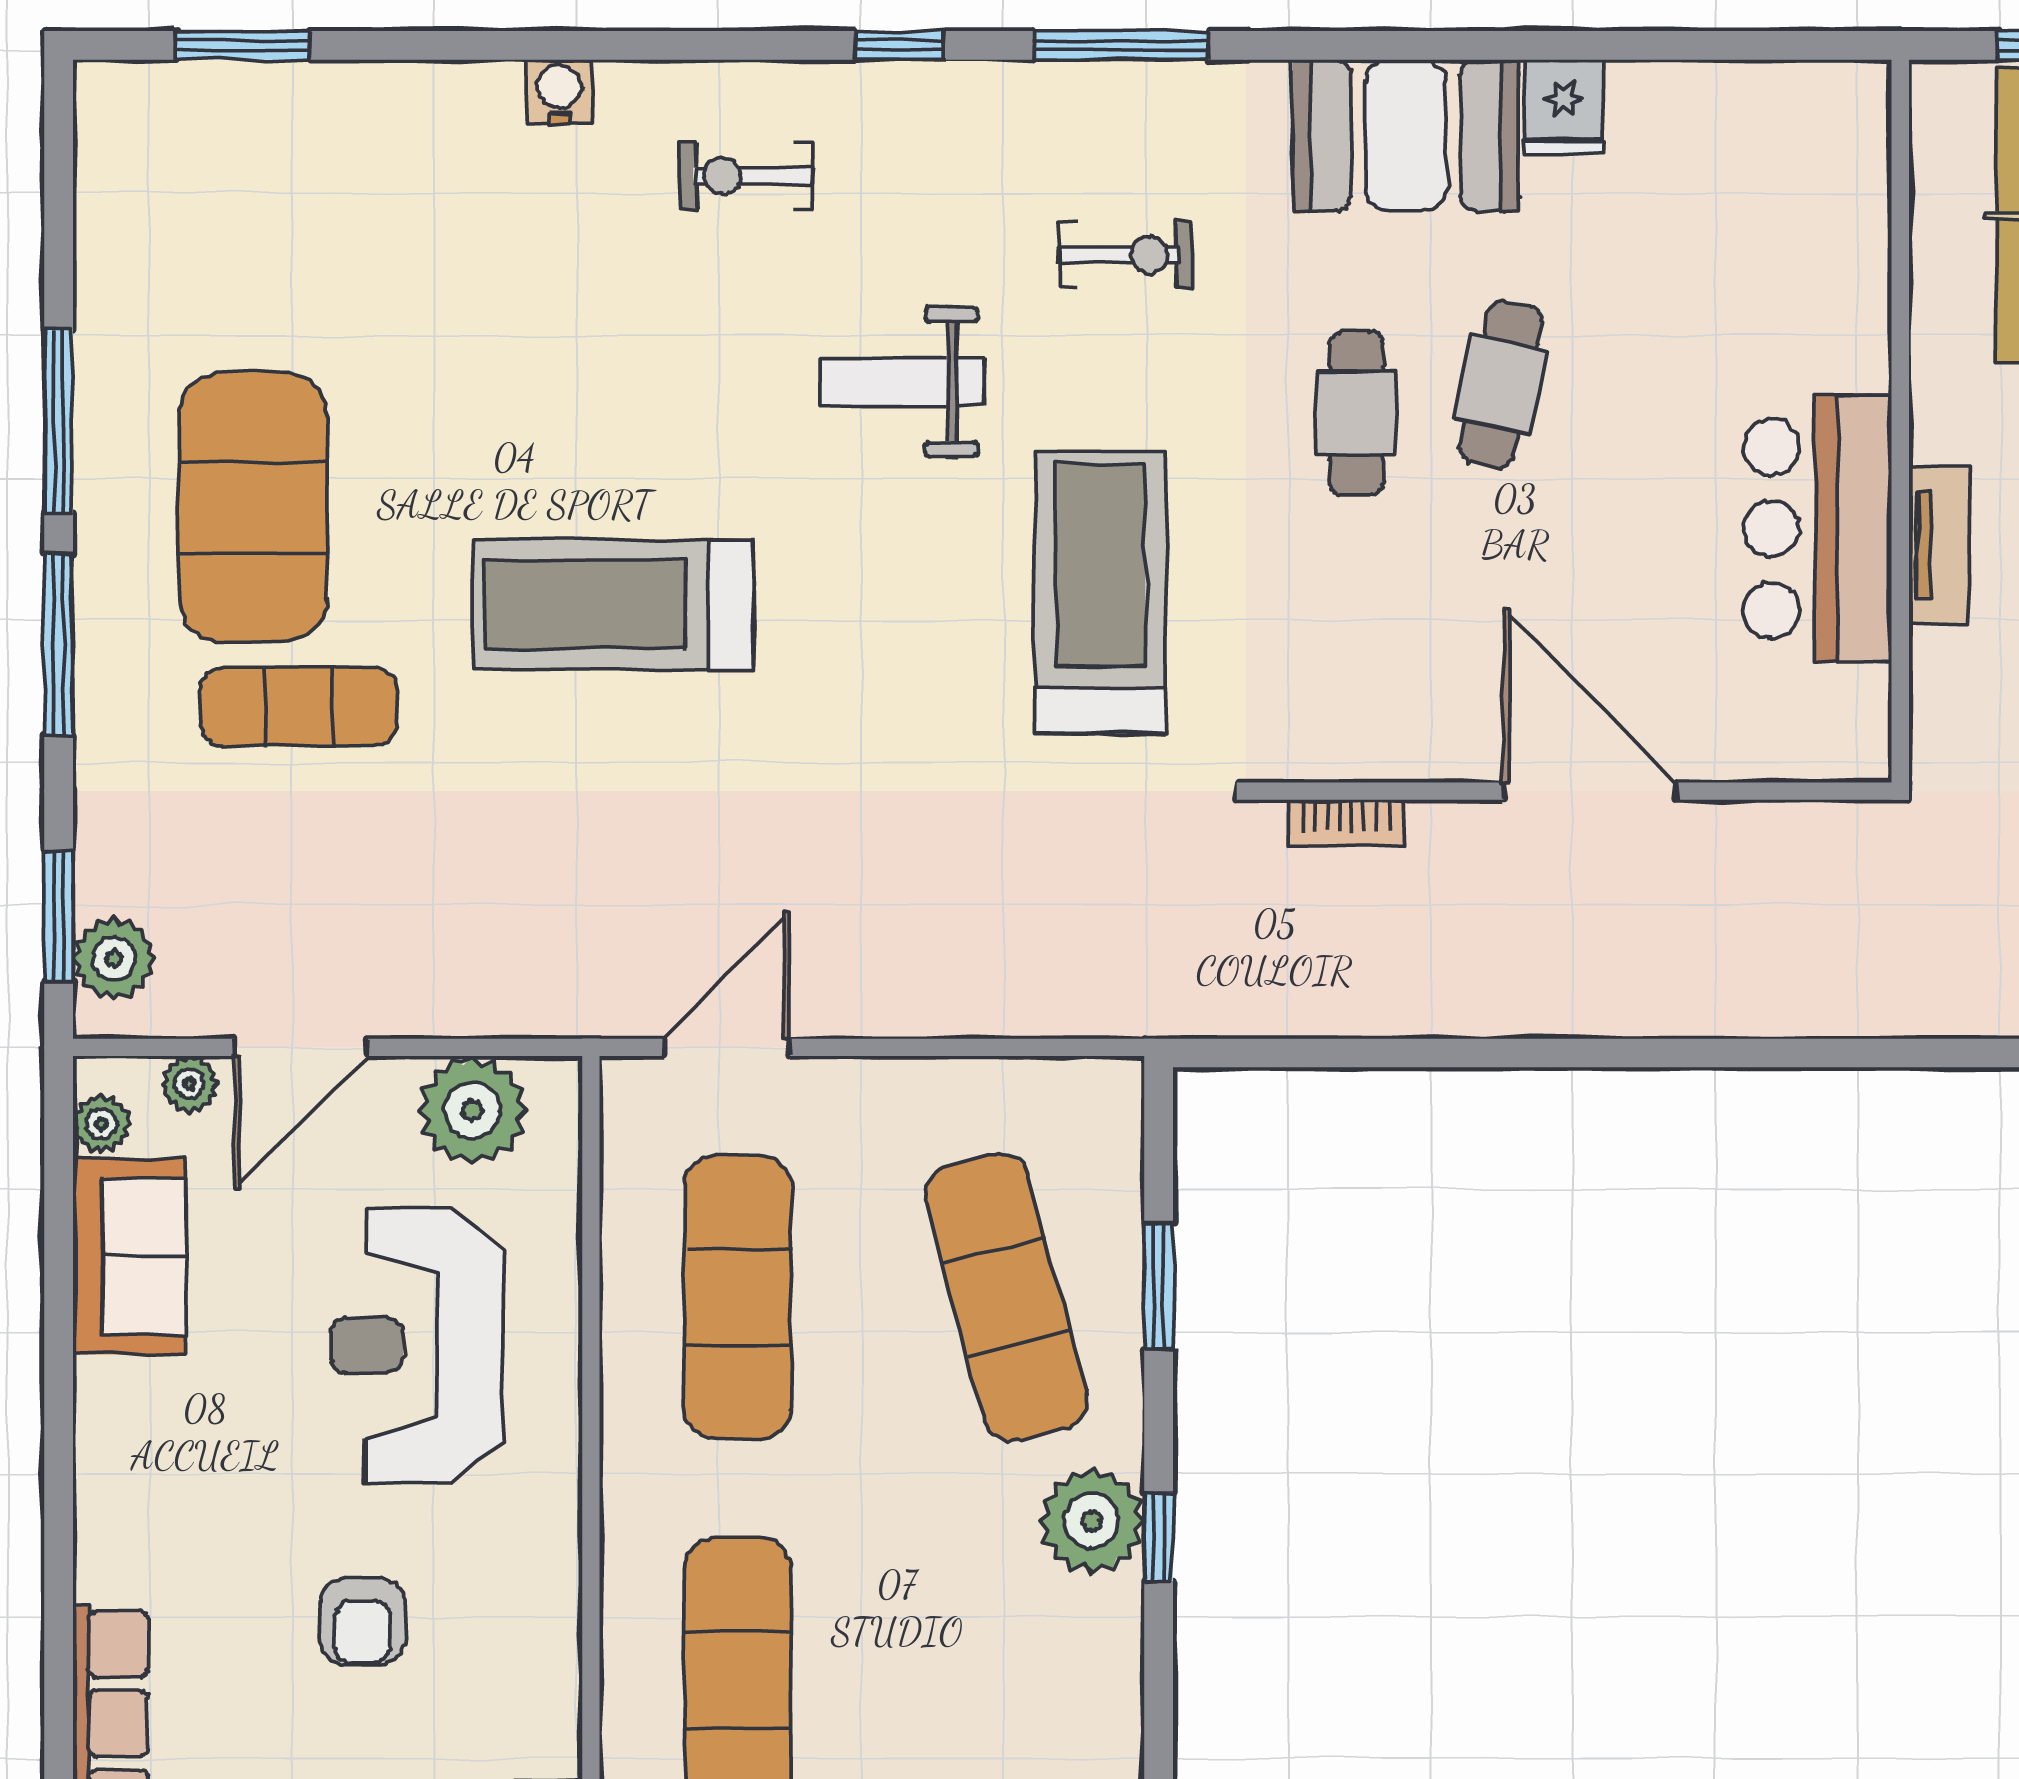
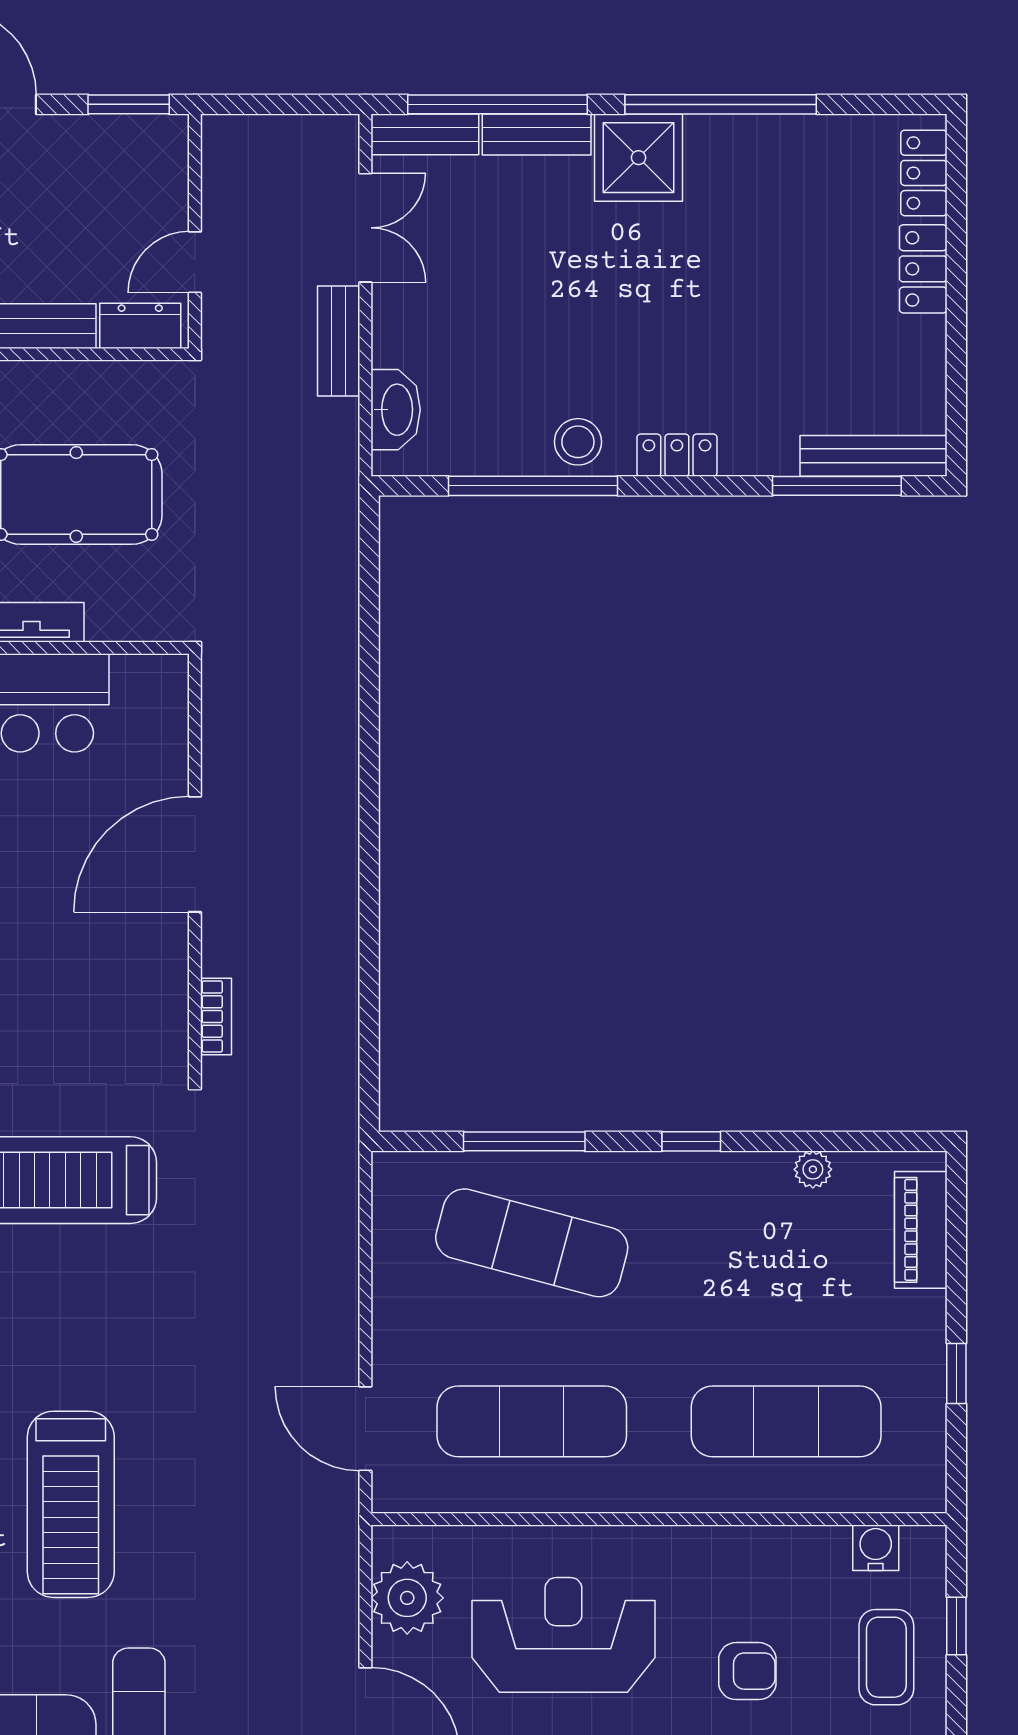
window: (1159, 1286) -> (524, 1141), width x1.44
exercise mat: (1006, 1297) -> (532, 1243), turned 30
reception desk: (417, 1345) -> (563, 1635), turned 180
plant: (1092, 1521) -> (813, 1169), moved, width x0.53, depth x0.53

